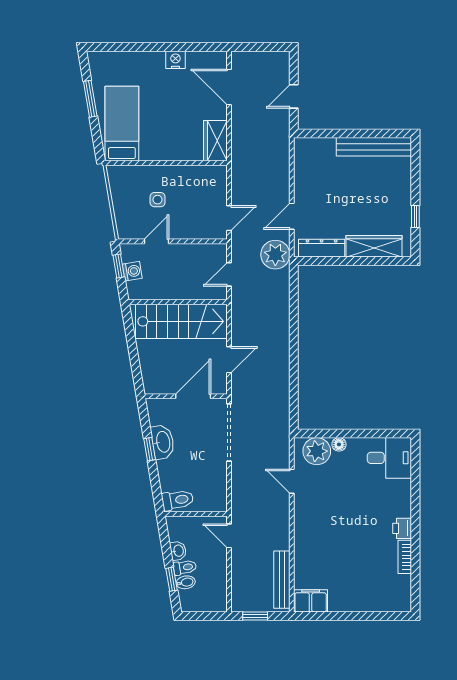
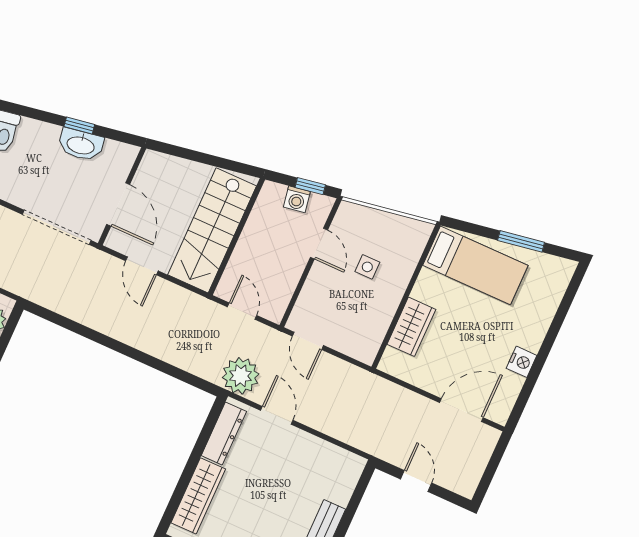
wardrobe: (215, 141) -> (411, 327), moved, turned 90

